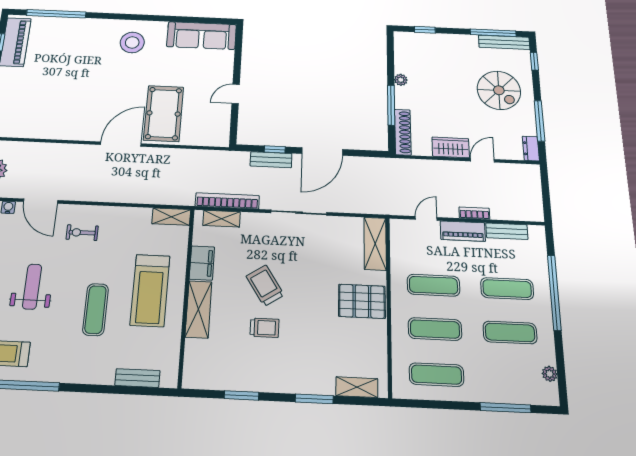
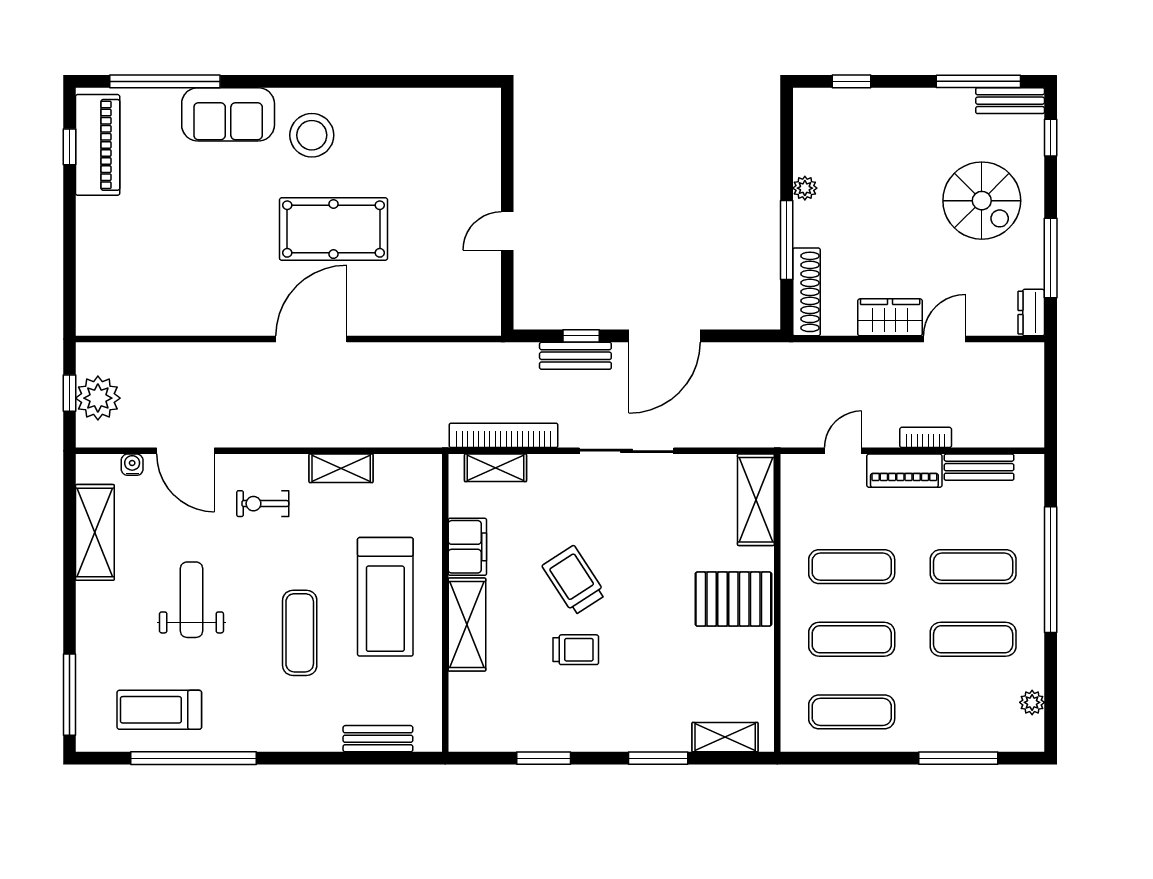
sofa: (202, 36) -> (228, 114), moved, width x0.73
bench: (504, 42) -> (1010, 101), width x0.73
pool table: (164, 113) -> (333, 229), moved, turned 90
shelving: (171, 217) -> (341, 468), moved

